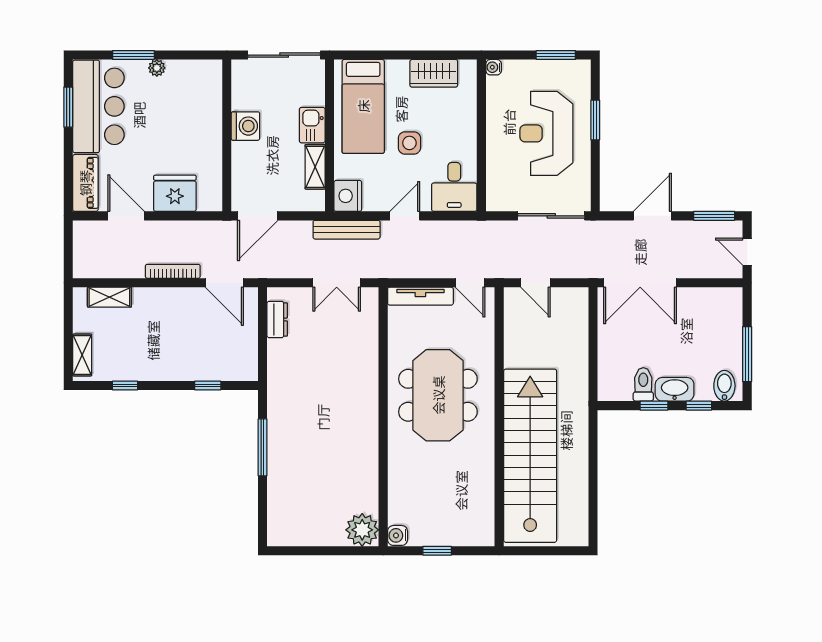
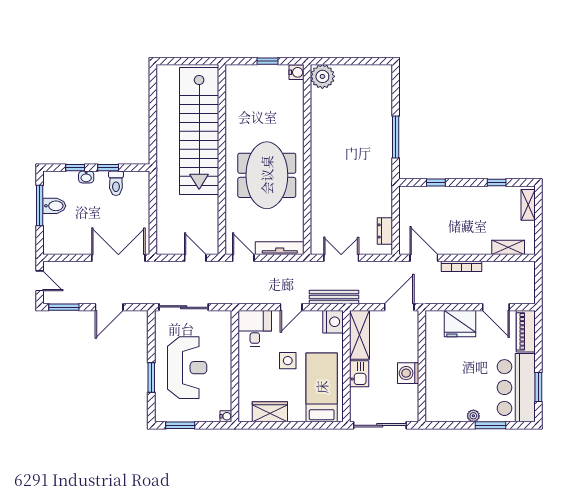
shelving: (315, 167) -> (360, 335), width x1.50, depth x1.33
bidet: (724, 386) -> (54, 206), moved, turned -90
washbasin: (675, 389) -> (86, 177), width x0.52, depth x0.69

